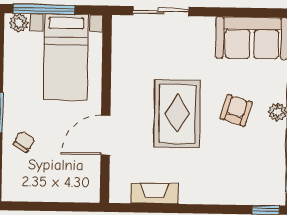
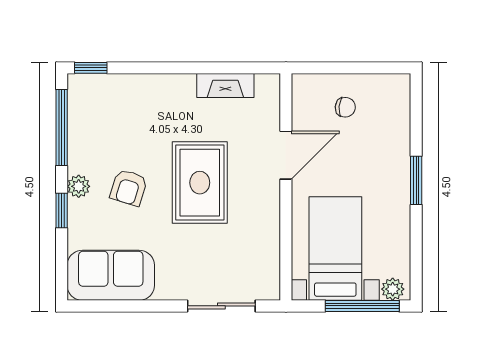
chair: (24, 142) -> (345, 107), moved, turned -116

